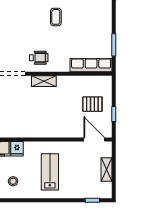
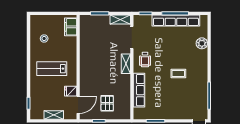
row of seats: (91, 65) -> (139, 90), moved
fridge: (17, 149) -> (71, 91), moved
lab bench: (50, 172) -> (52, 69), turned 180

